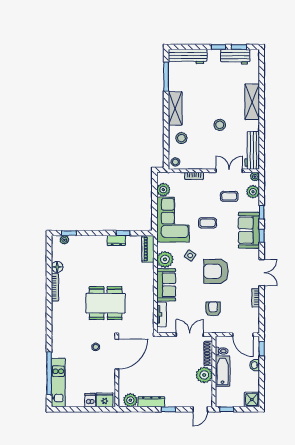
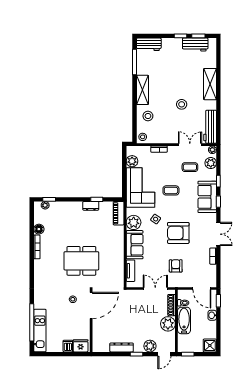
workbench: (188, 56) -> (149, 44), width x0.73
plant: (130, 400) -> (150, 346), moved

